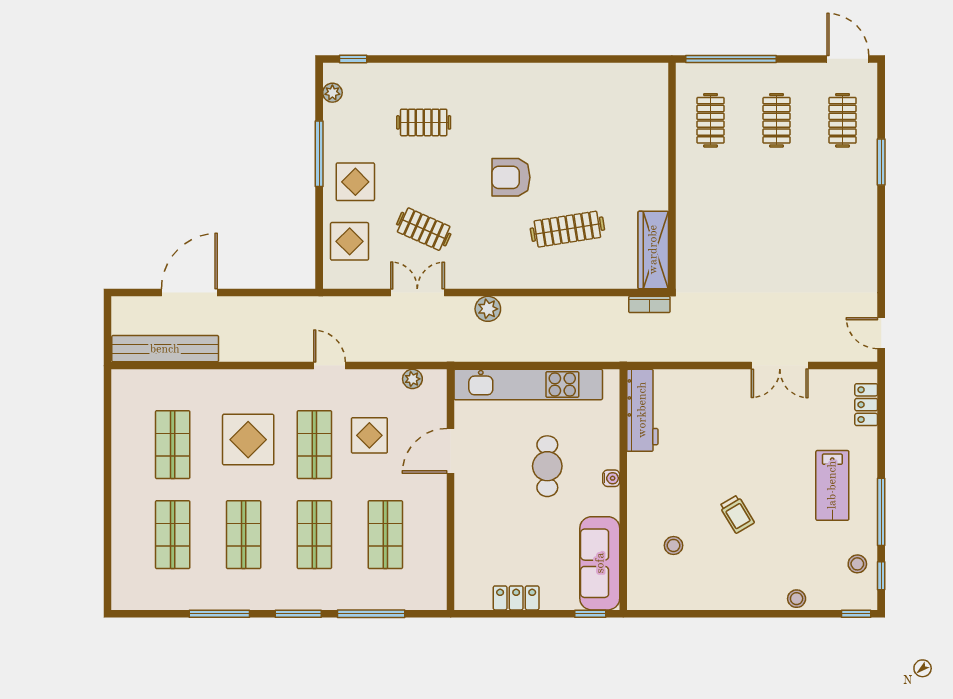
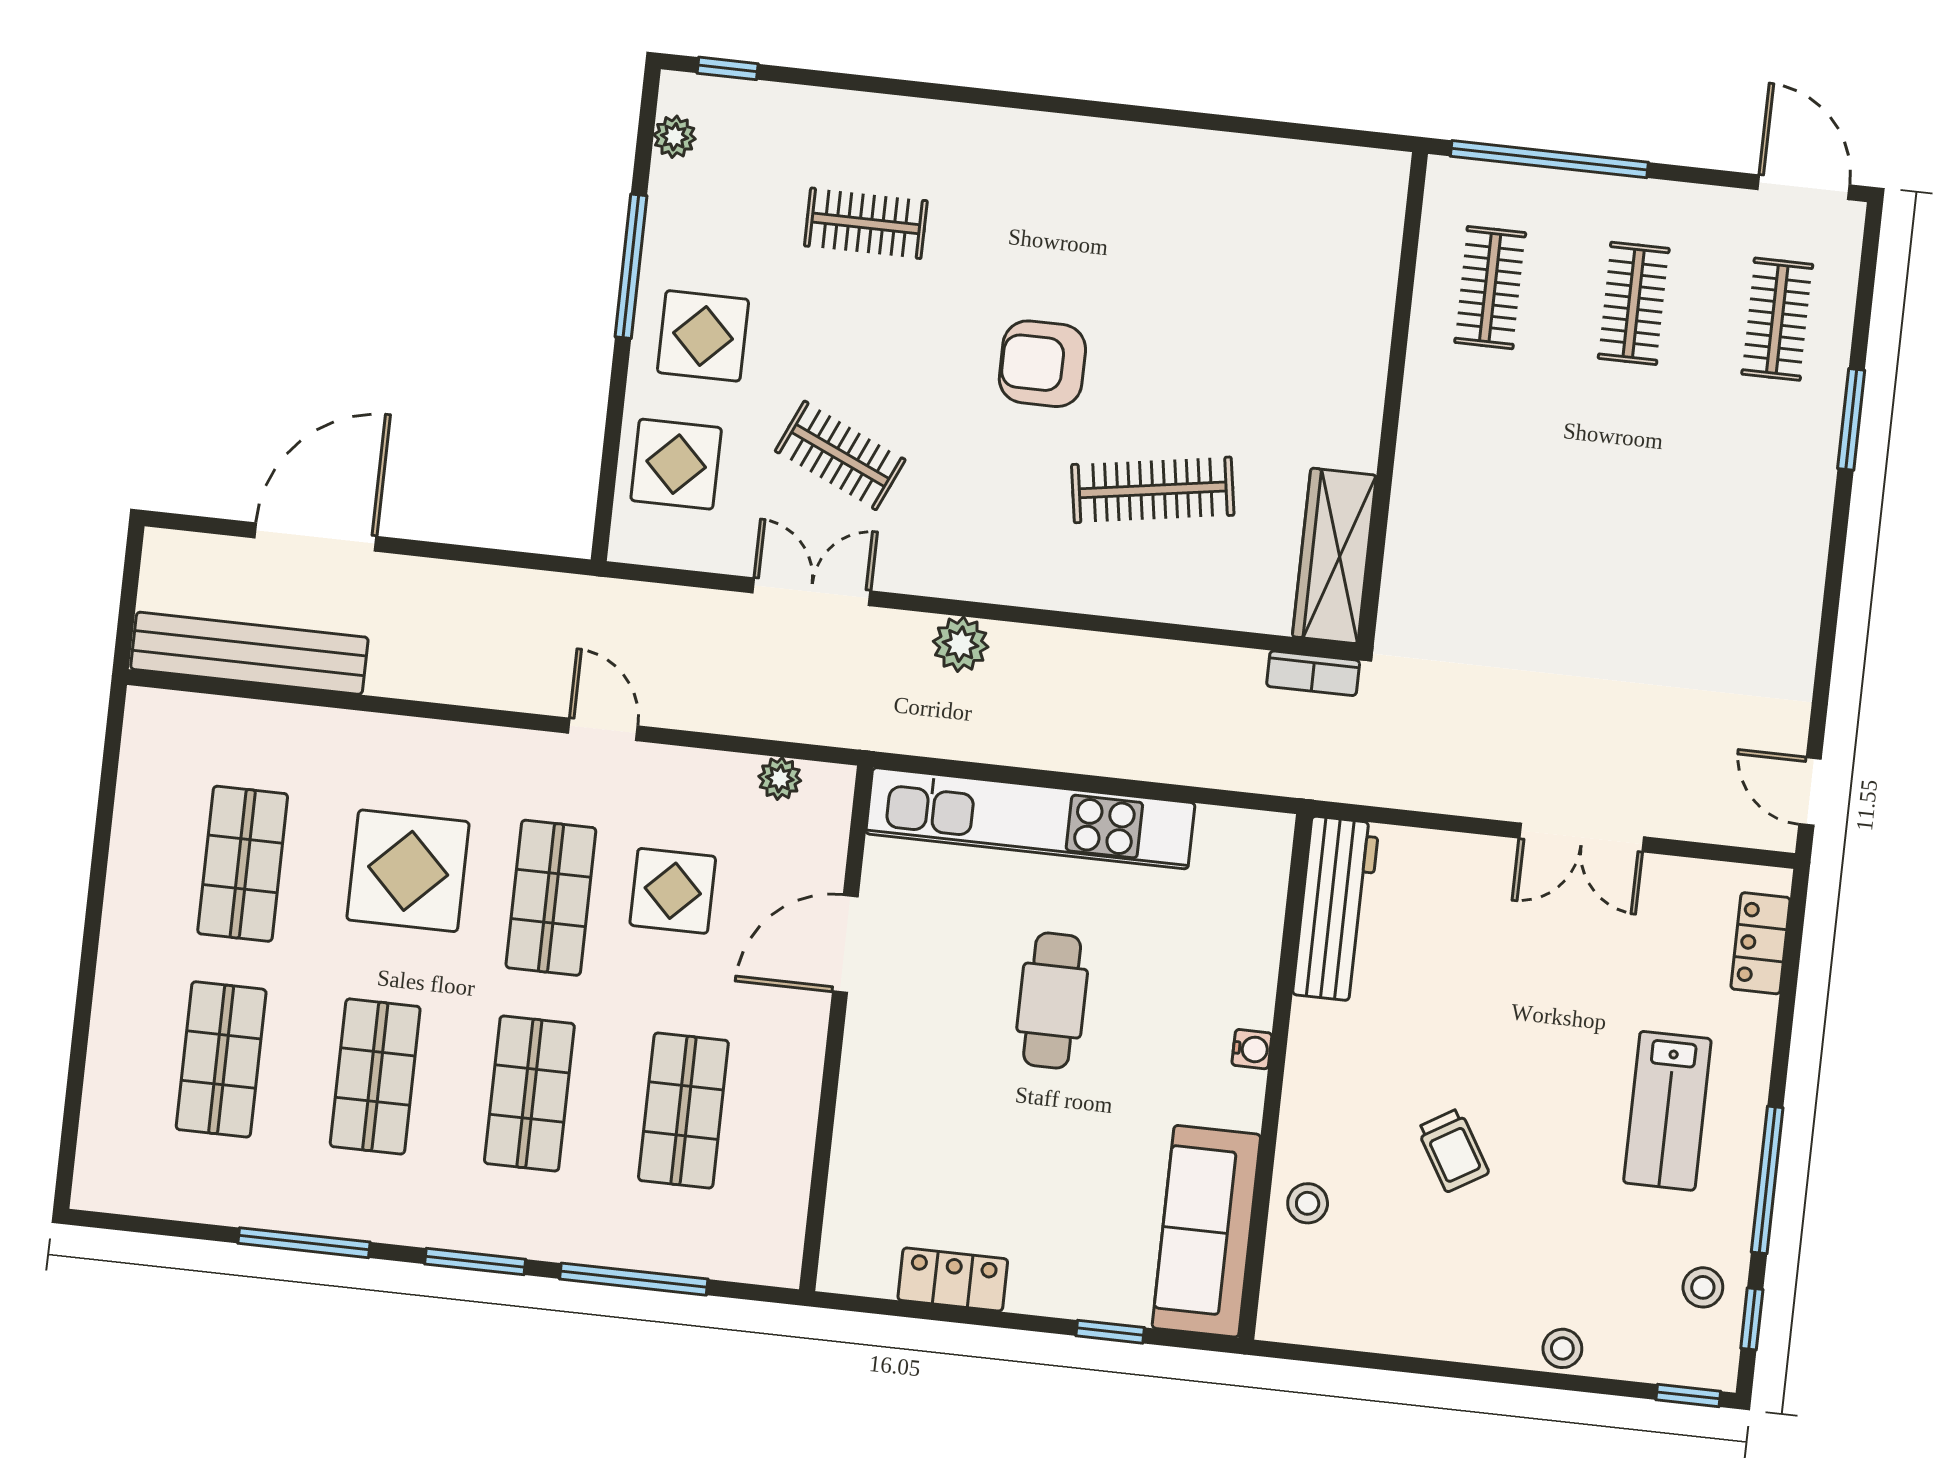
workbench: (642, 410) -> (1336, 909), moved
water cooler: (611, 478) -> (1252, 1049), moved
wall: (623, 490) -> (1275, 1077), moved
sofa: (600, 563) -> (1206, 1231), moved

